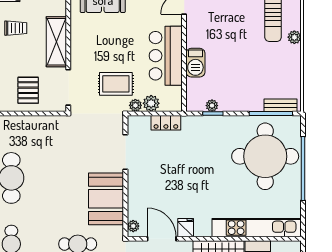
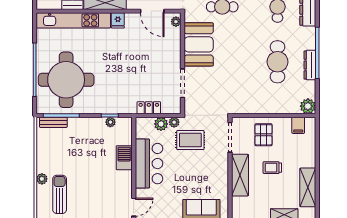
trolley: (16, 28) -> (272, 168), moved
fridge: (186, 228) -> (118, 20), moved

